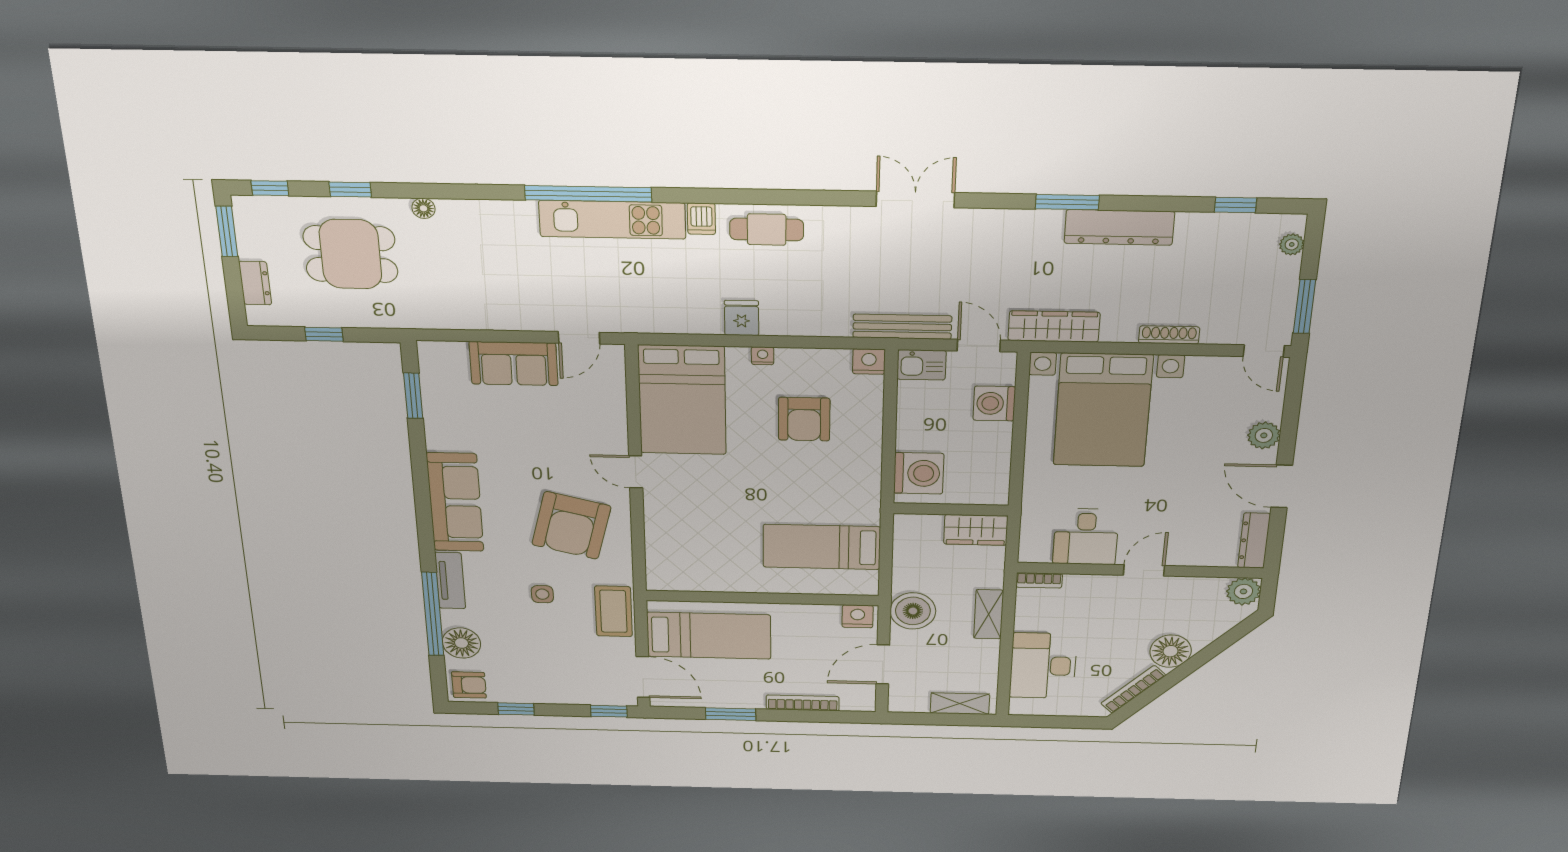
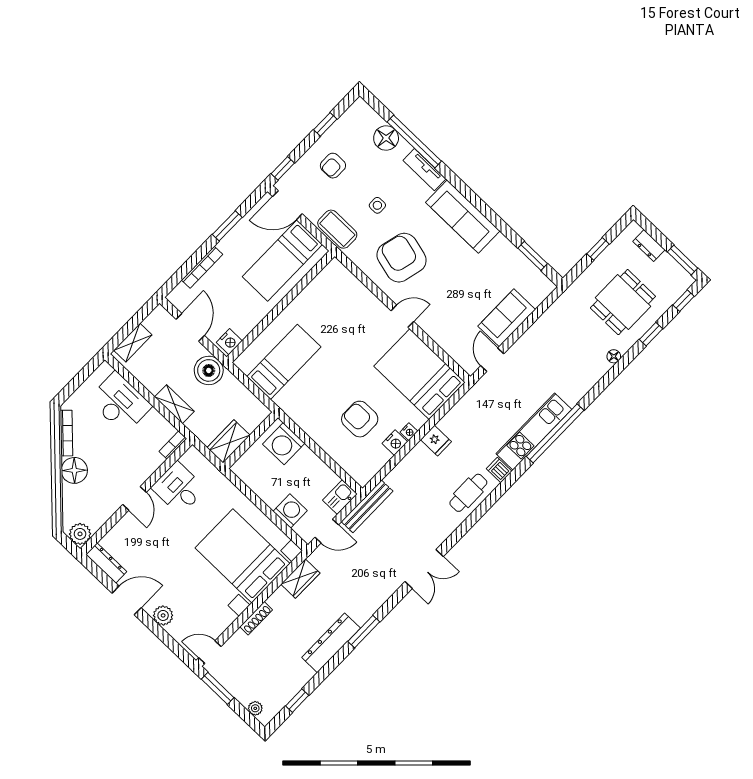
wardrobe: (1054, 326) -> (300, 579), width x0.67
nightstand: (869, 361) -> (395, 443), moved
armchair: (469, 685) -> (333, 166), moved

